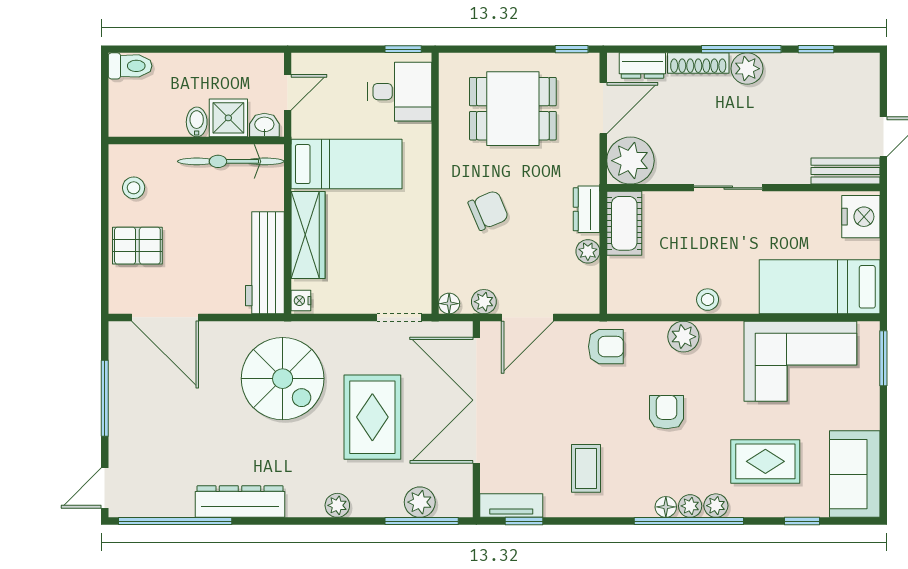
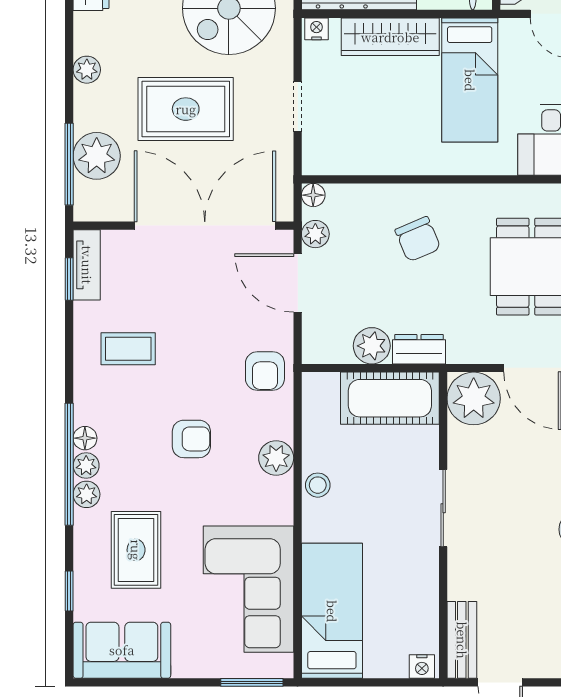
nightstand: (861, 217) -> (422, 667), width x0.53, depth x0.56
cot: (624, 223) -> (390, 398), width x1.37, depth x1.34
plant: (588, 251) -> (372, 346), width x1.38, depth x1.38
doorway: (399, 317) -> (298, 106), moved
plant: (420, 502) -> (97, 156), width x1.36, depth x1.36

